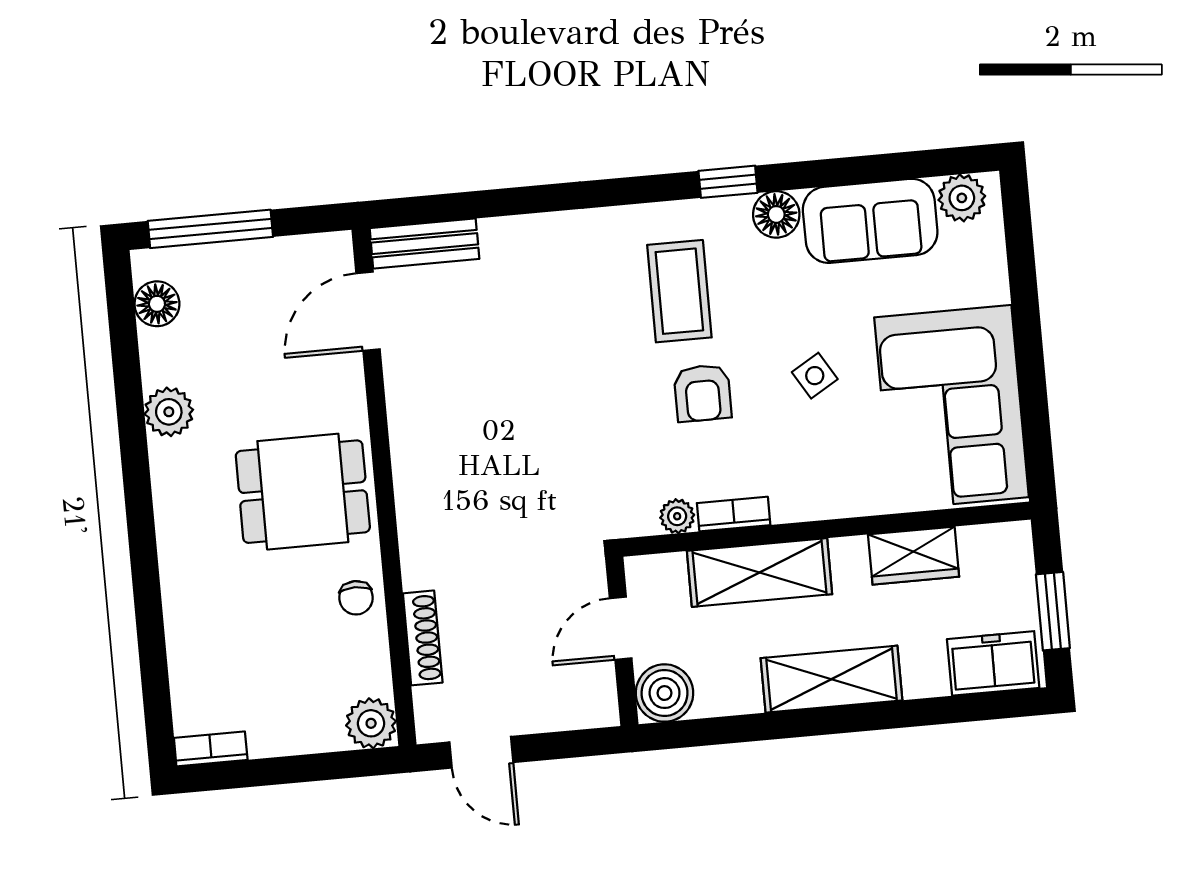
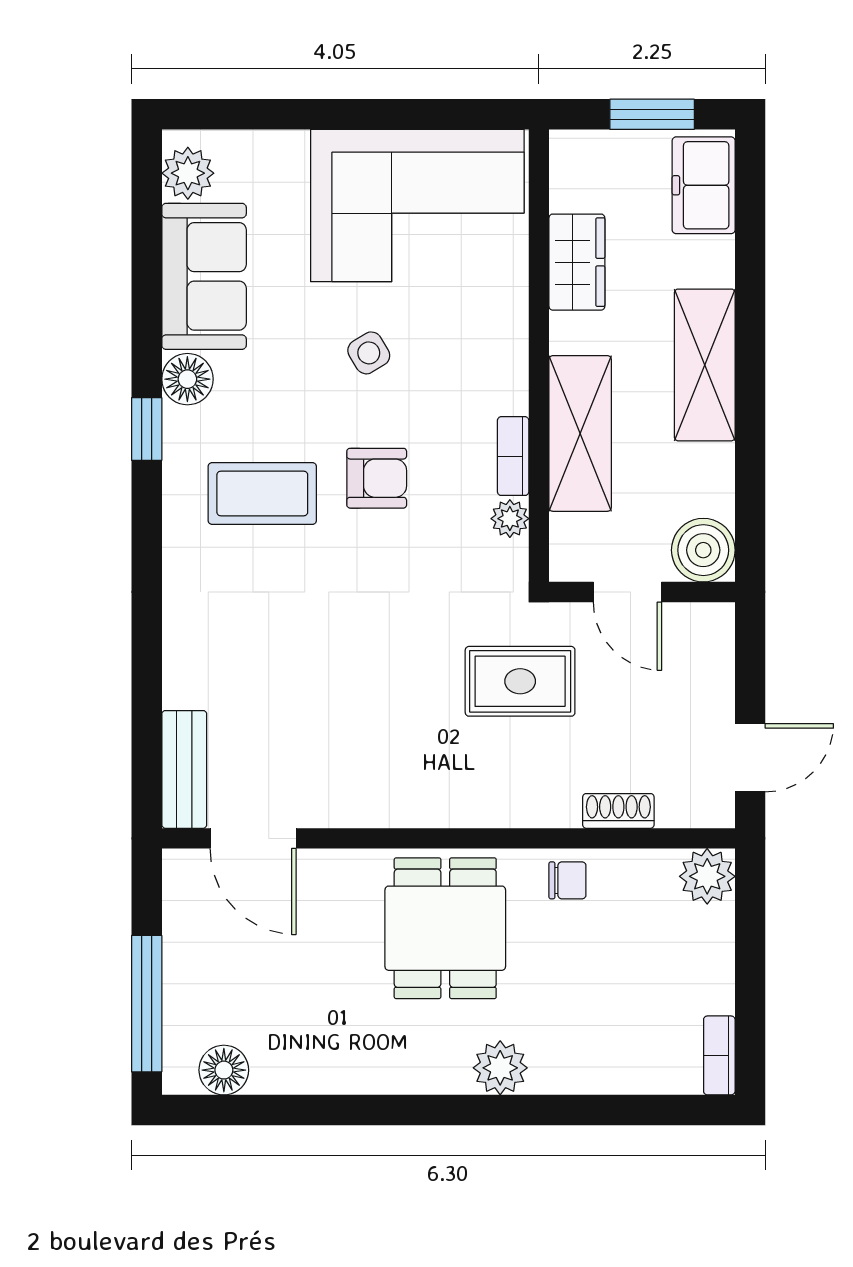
plant: (169, 412) -> (500, 1068), moved
rug: (531, 539) -> (520, 681), added
shoe rack: (423, 638) -> (618, 811), width x0.70

